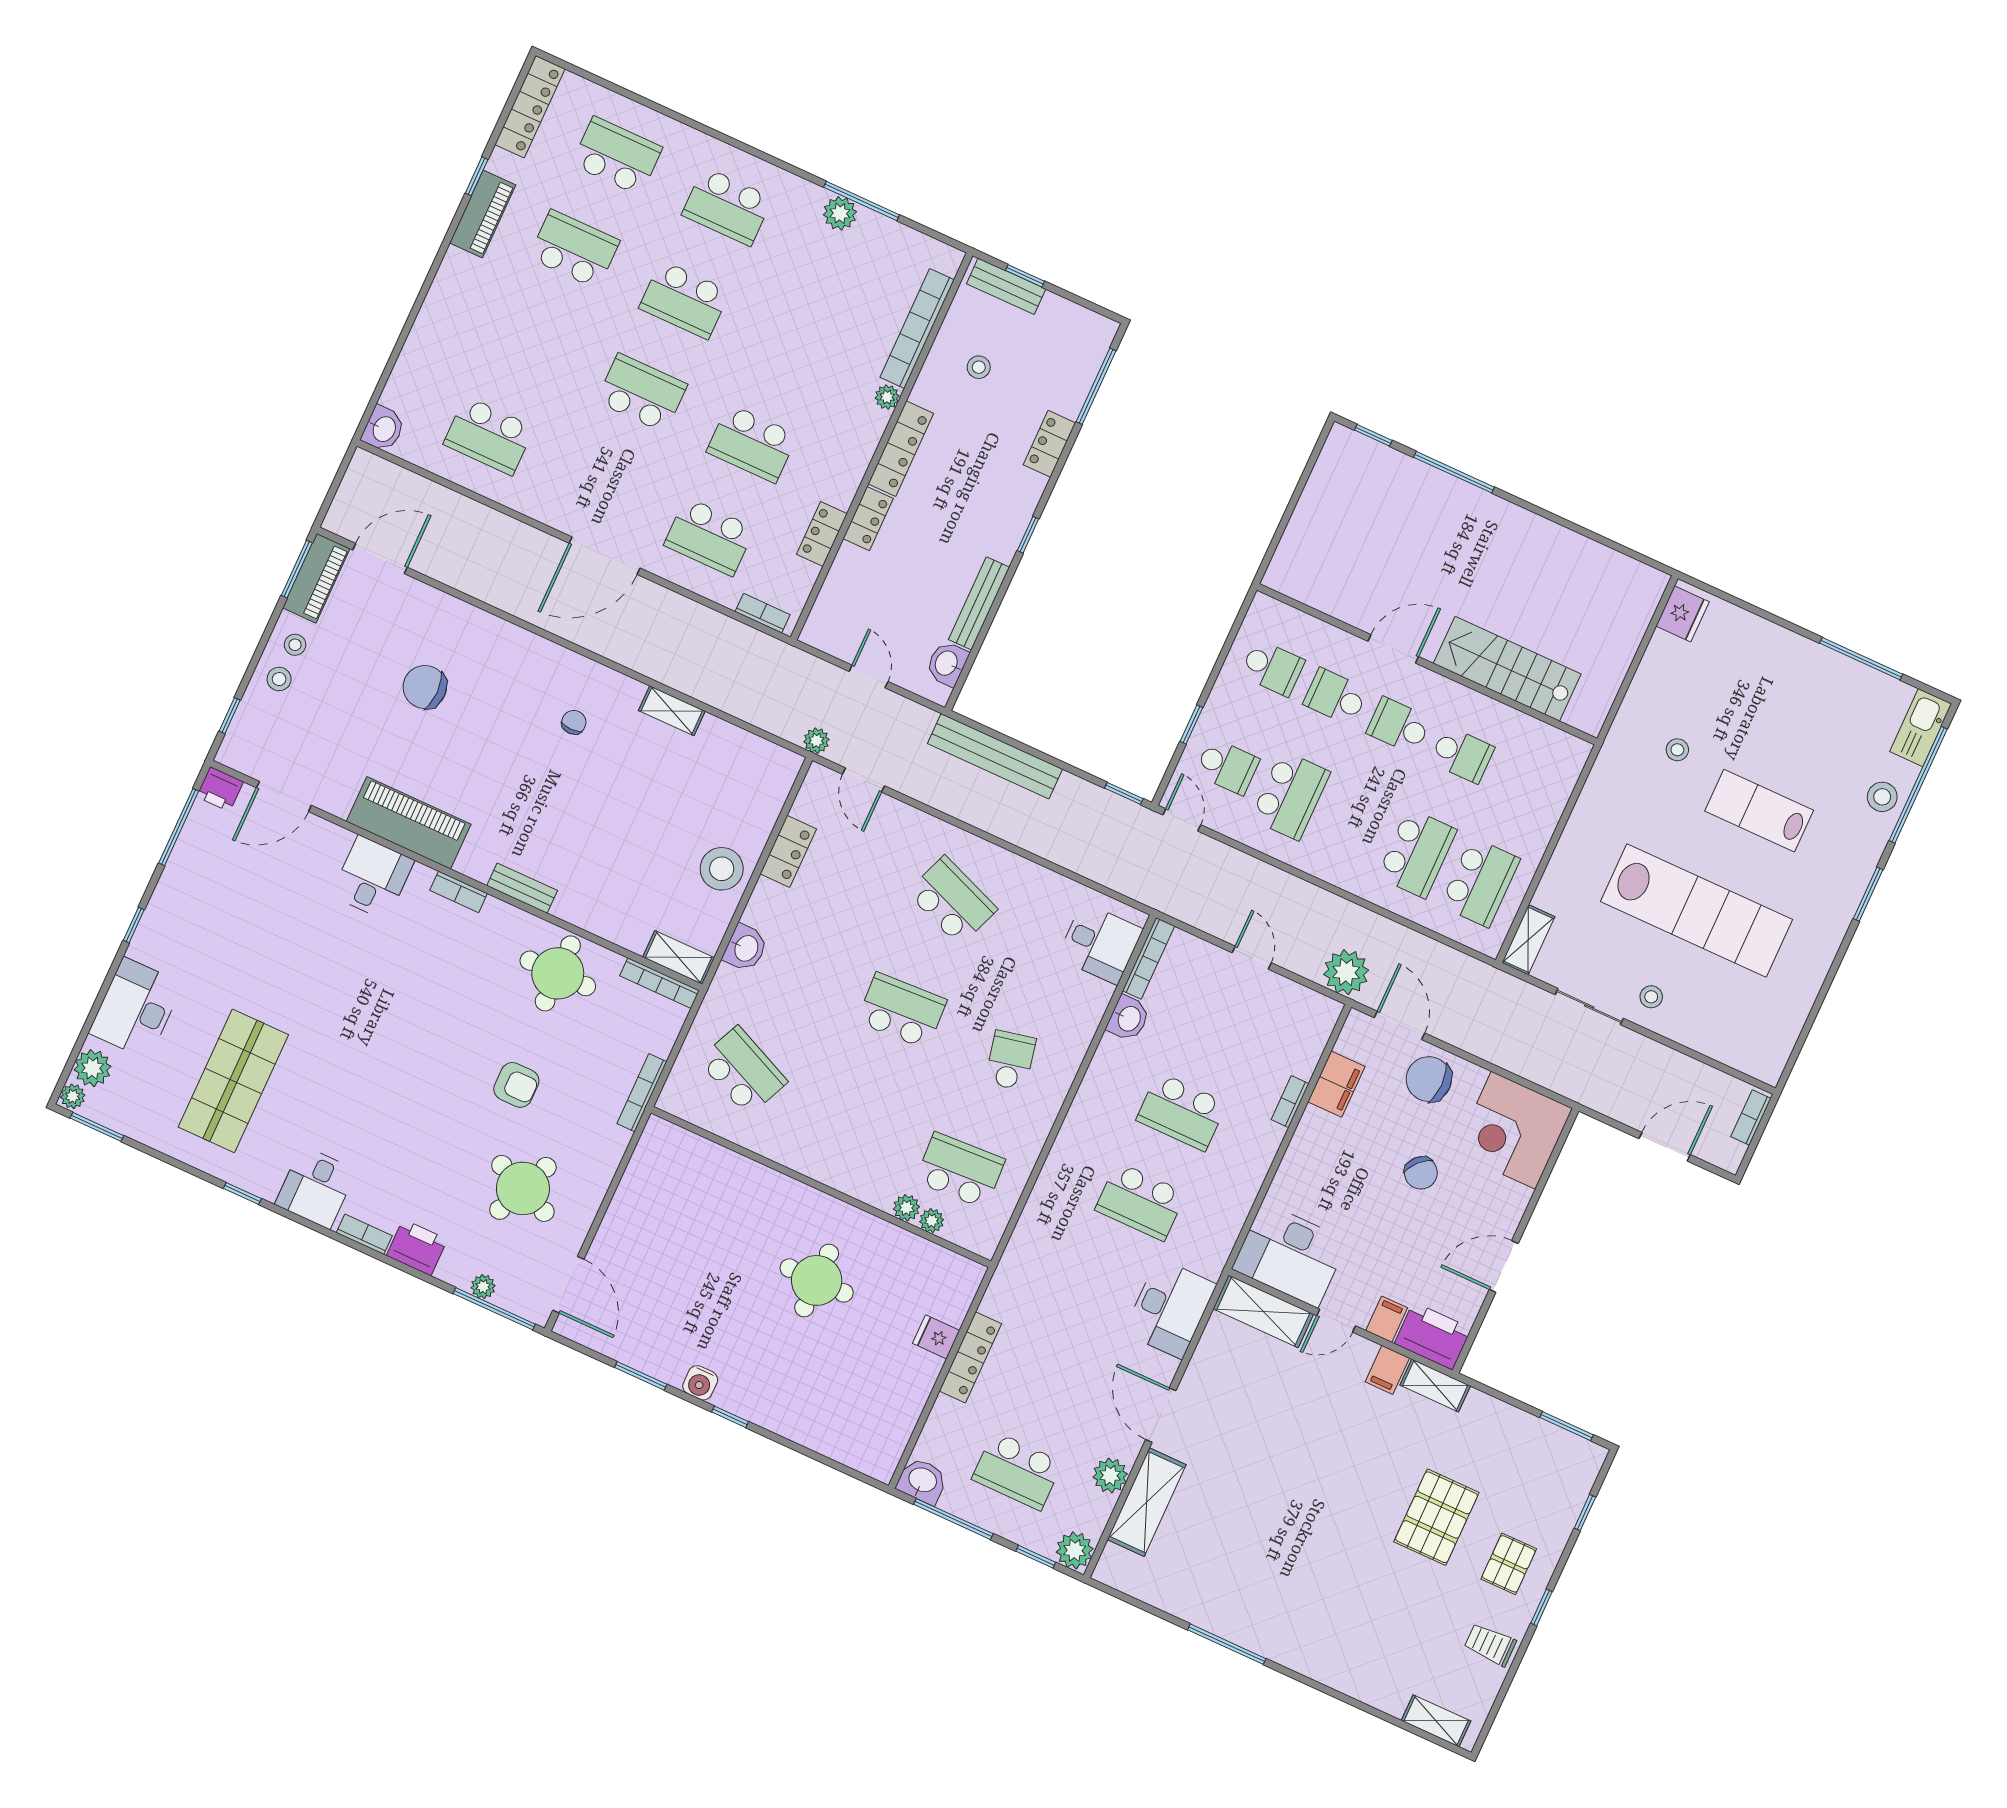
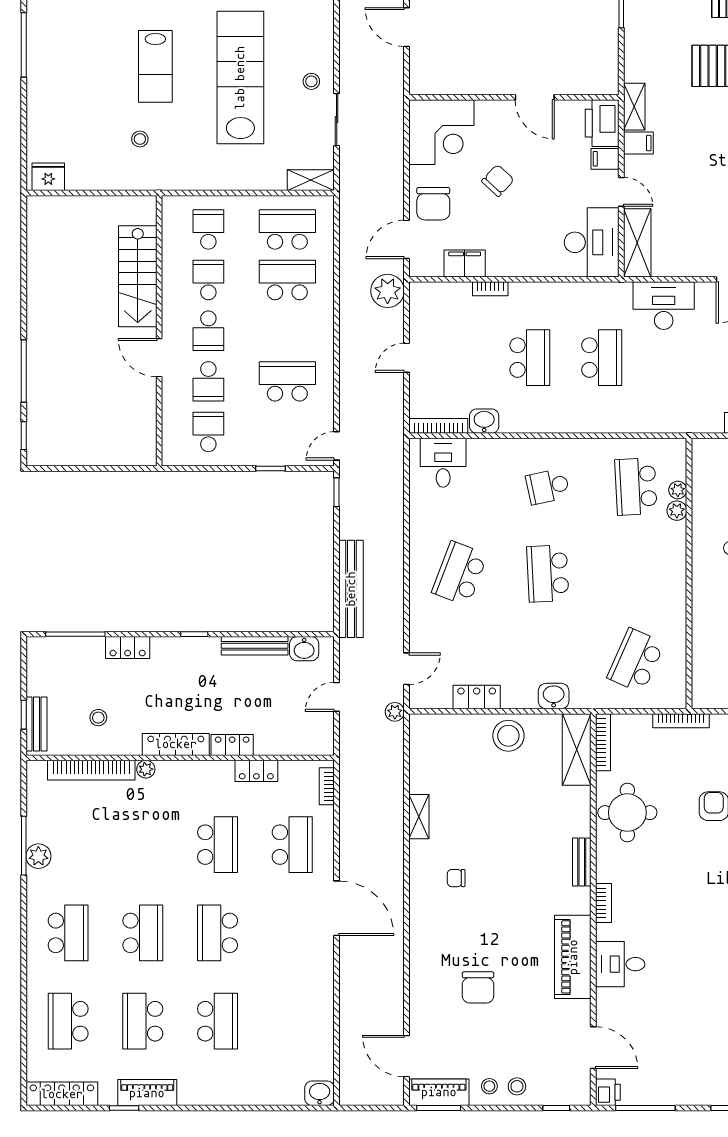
school desk: (489, 436) -> (218, 1021), moved
school desk: (1227, 766) -> (208, 229), moved
shelving: (679, 957) -> (577, 749), width x1.50, depth x1.33

